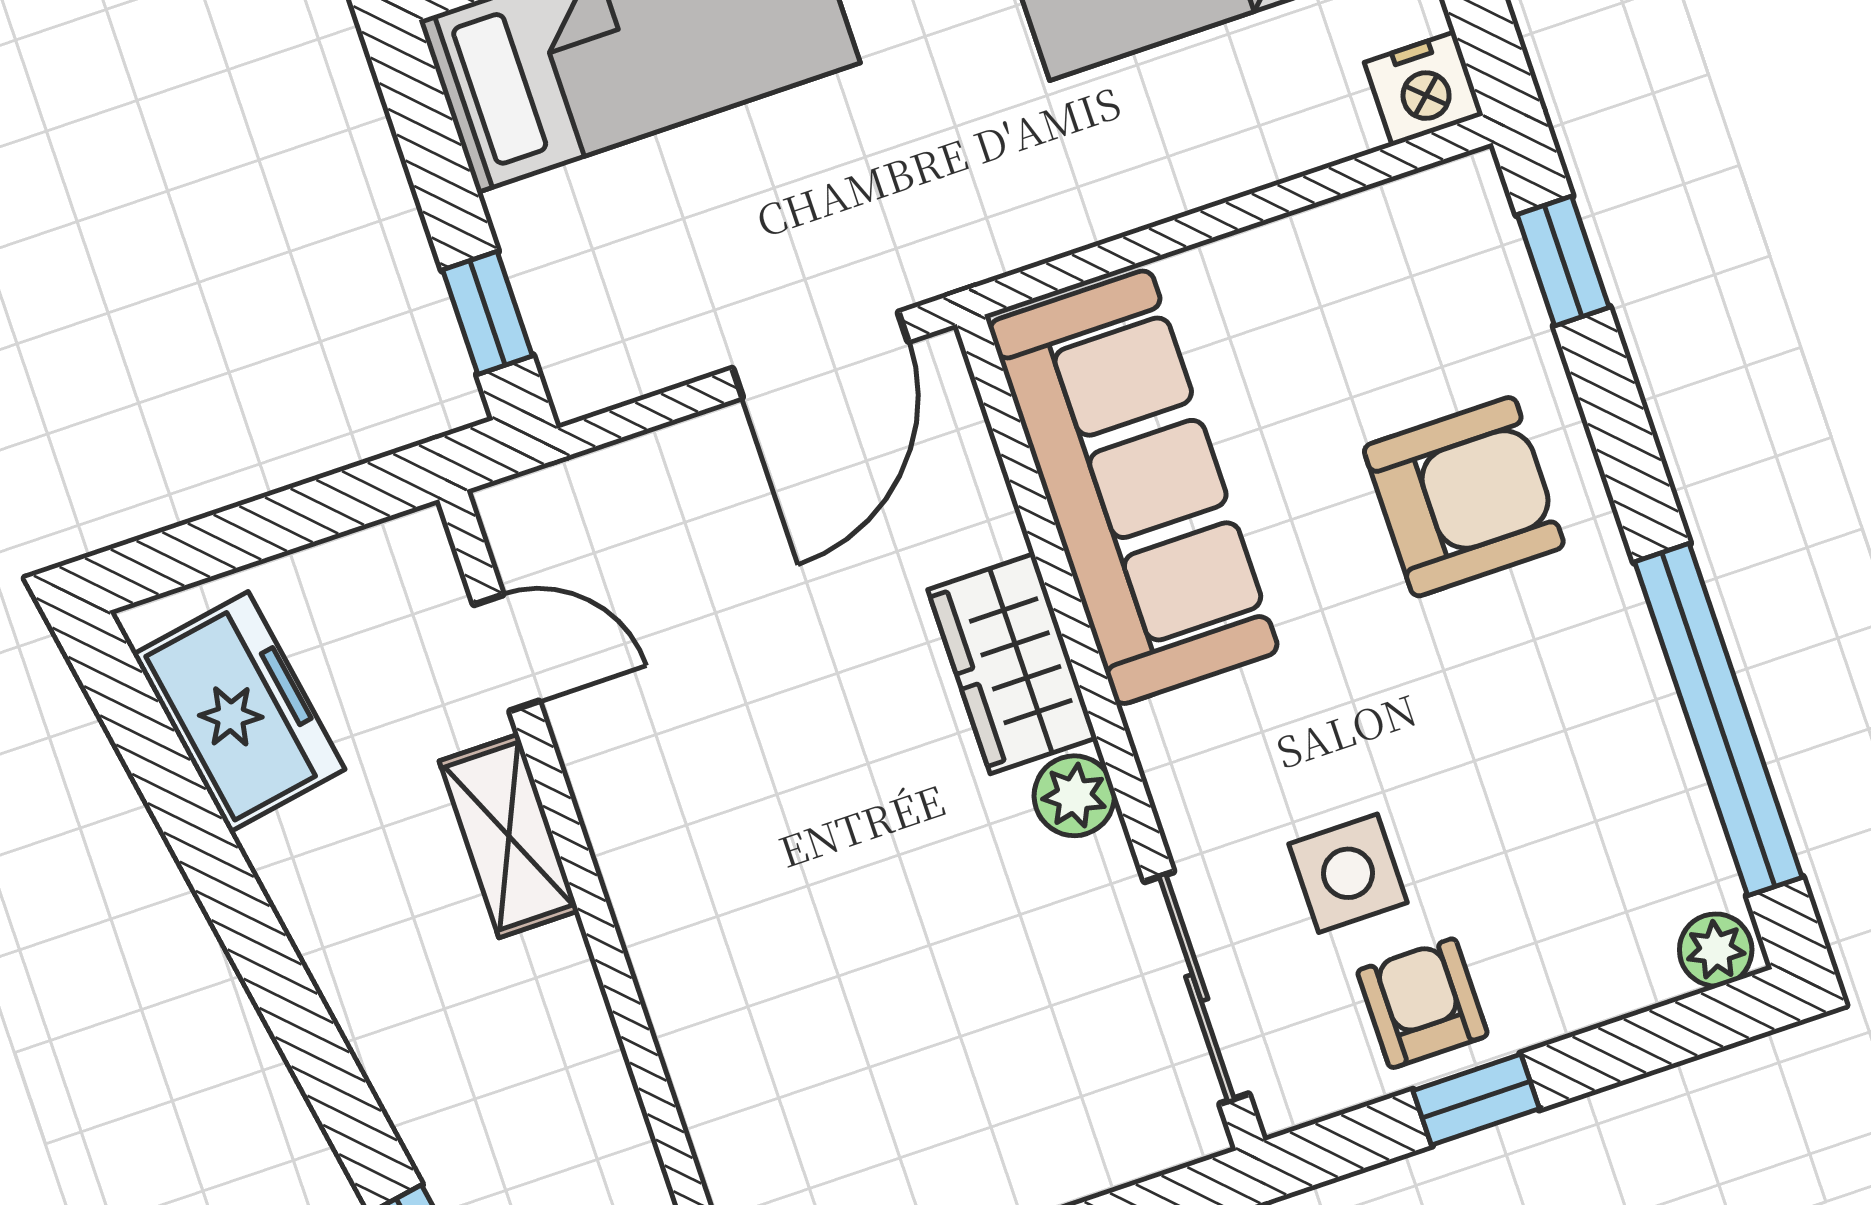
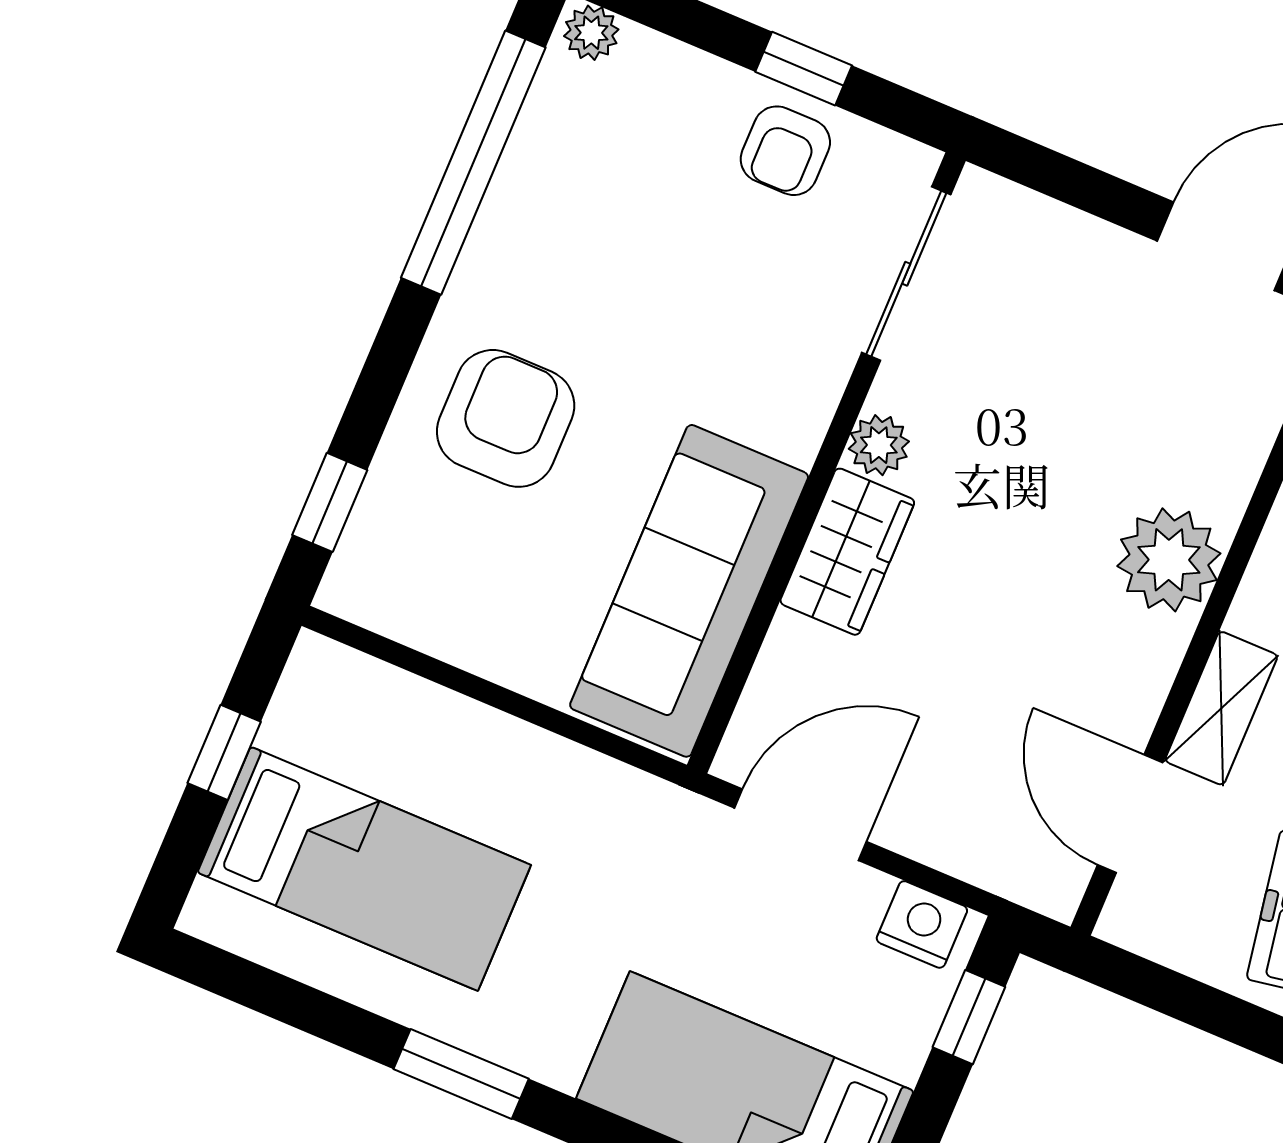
nightstand: (1424, 89) -> (922, 924), moved
armchair: (1464, 497) -> (506, 418), turned 90
door: (506, 653) -> (1130, 814), width x1.38
side table: (1348, 873) -> (762, 262), removed
plant: (690, 936) -> (1169, 560), added

